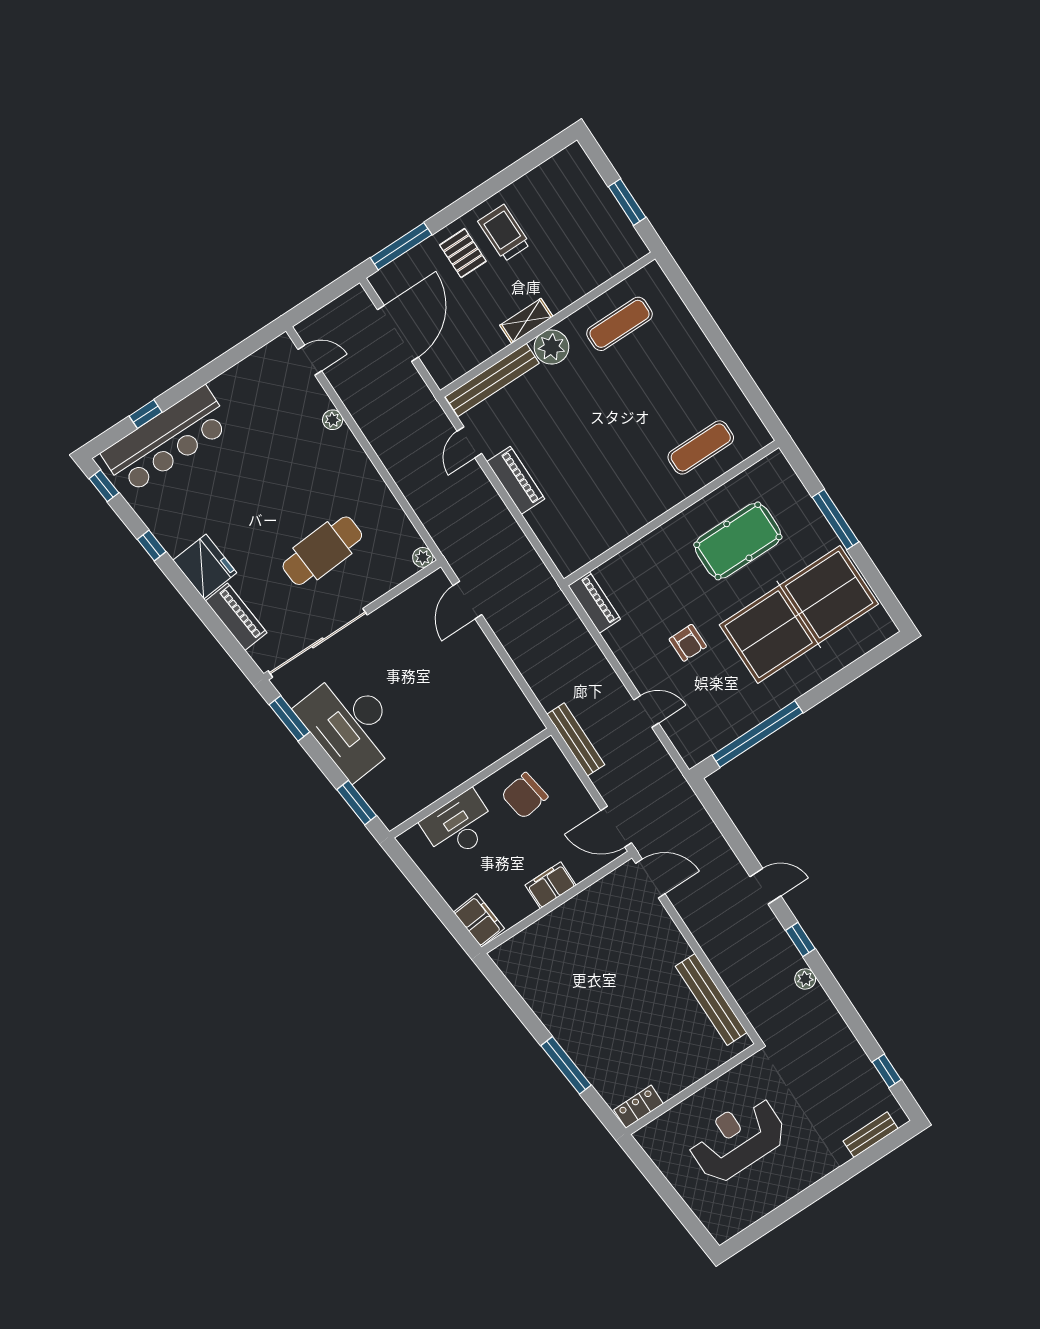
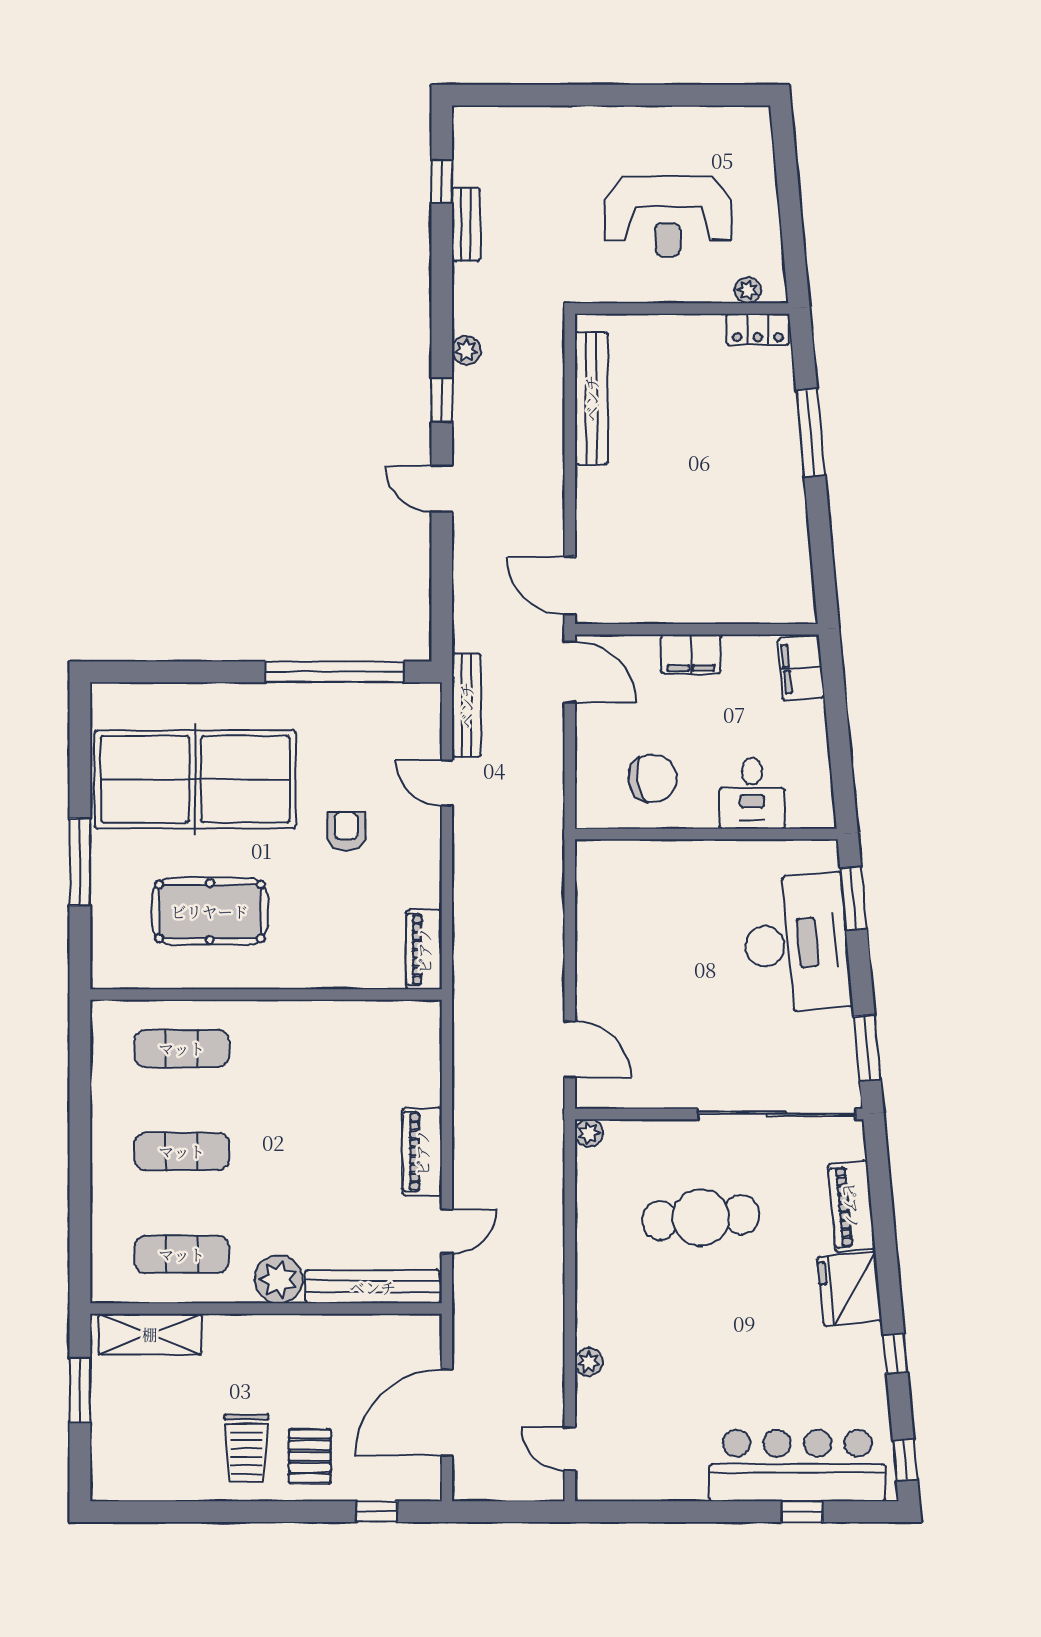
window: (401, 246) -> (377, 1512), width x0.46
shelving: (526, 321) -> (150, 1334), moved, width x1.50, depth x1.33
exercise mat: (660, 386) -> (182, 1151), added
door: (467, 600) -> (570, 1049), hinge flipped
desk: (350, 724) -> (796, 943), moved
bench: (576, 739) -> (466, 705), moved
desk: (459, 826) -> (752, 793), width x0.73
plant: (660, 1126) -> (748, 290), added
bench: (871, 1135) -> (466, 224), moved, turned 90

